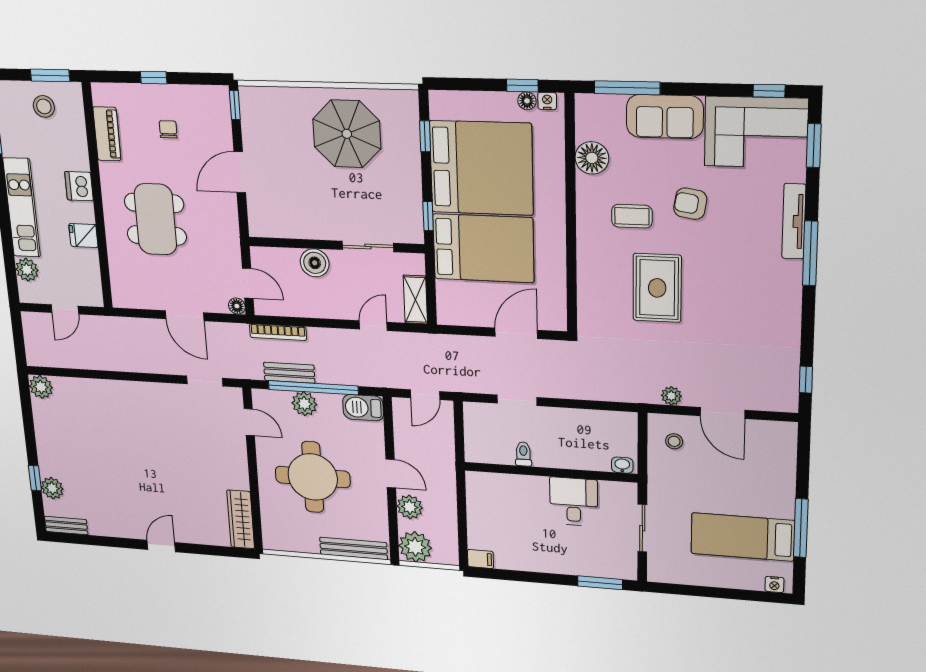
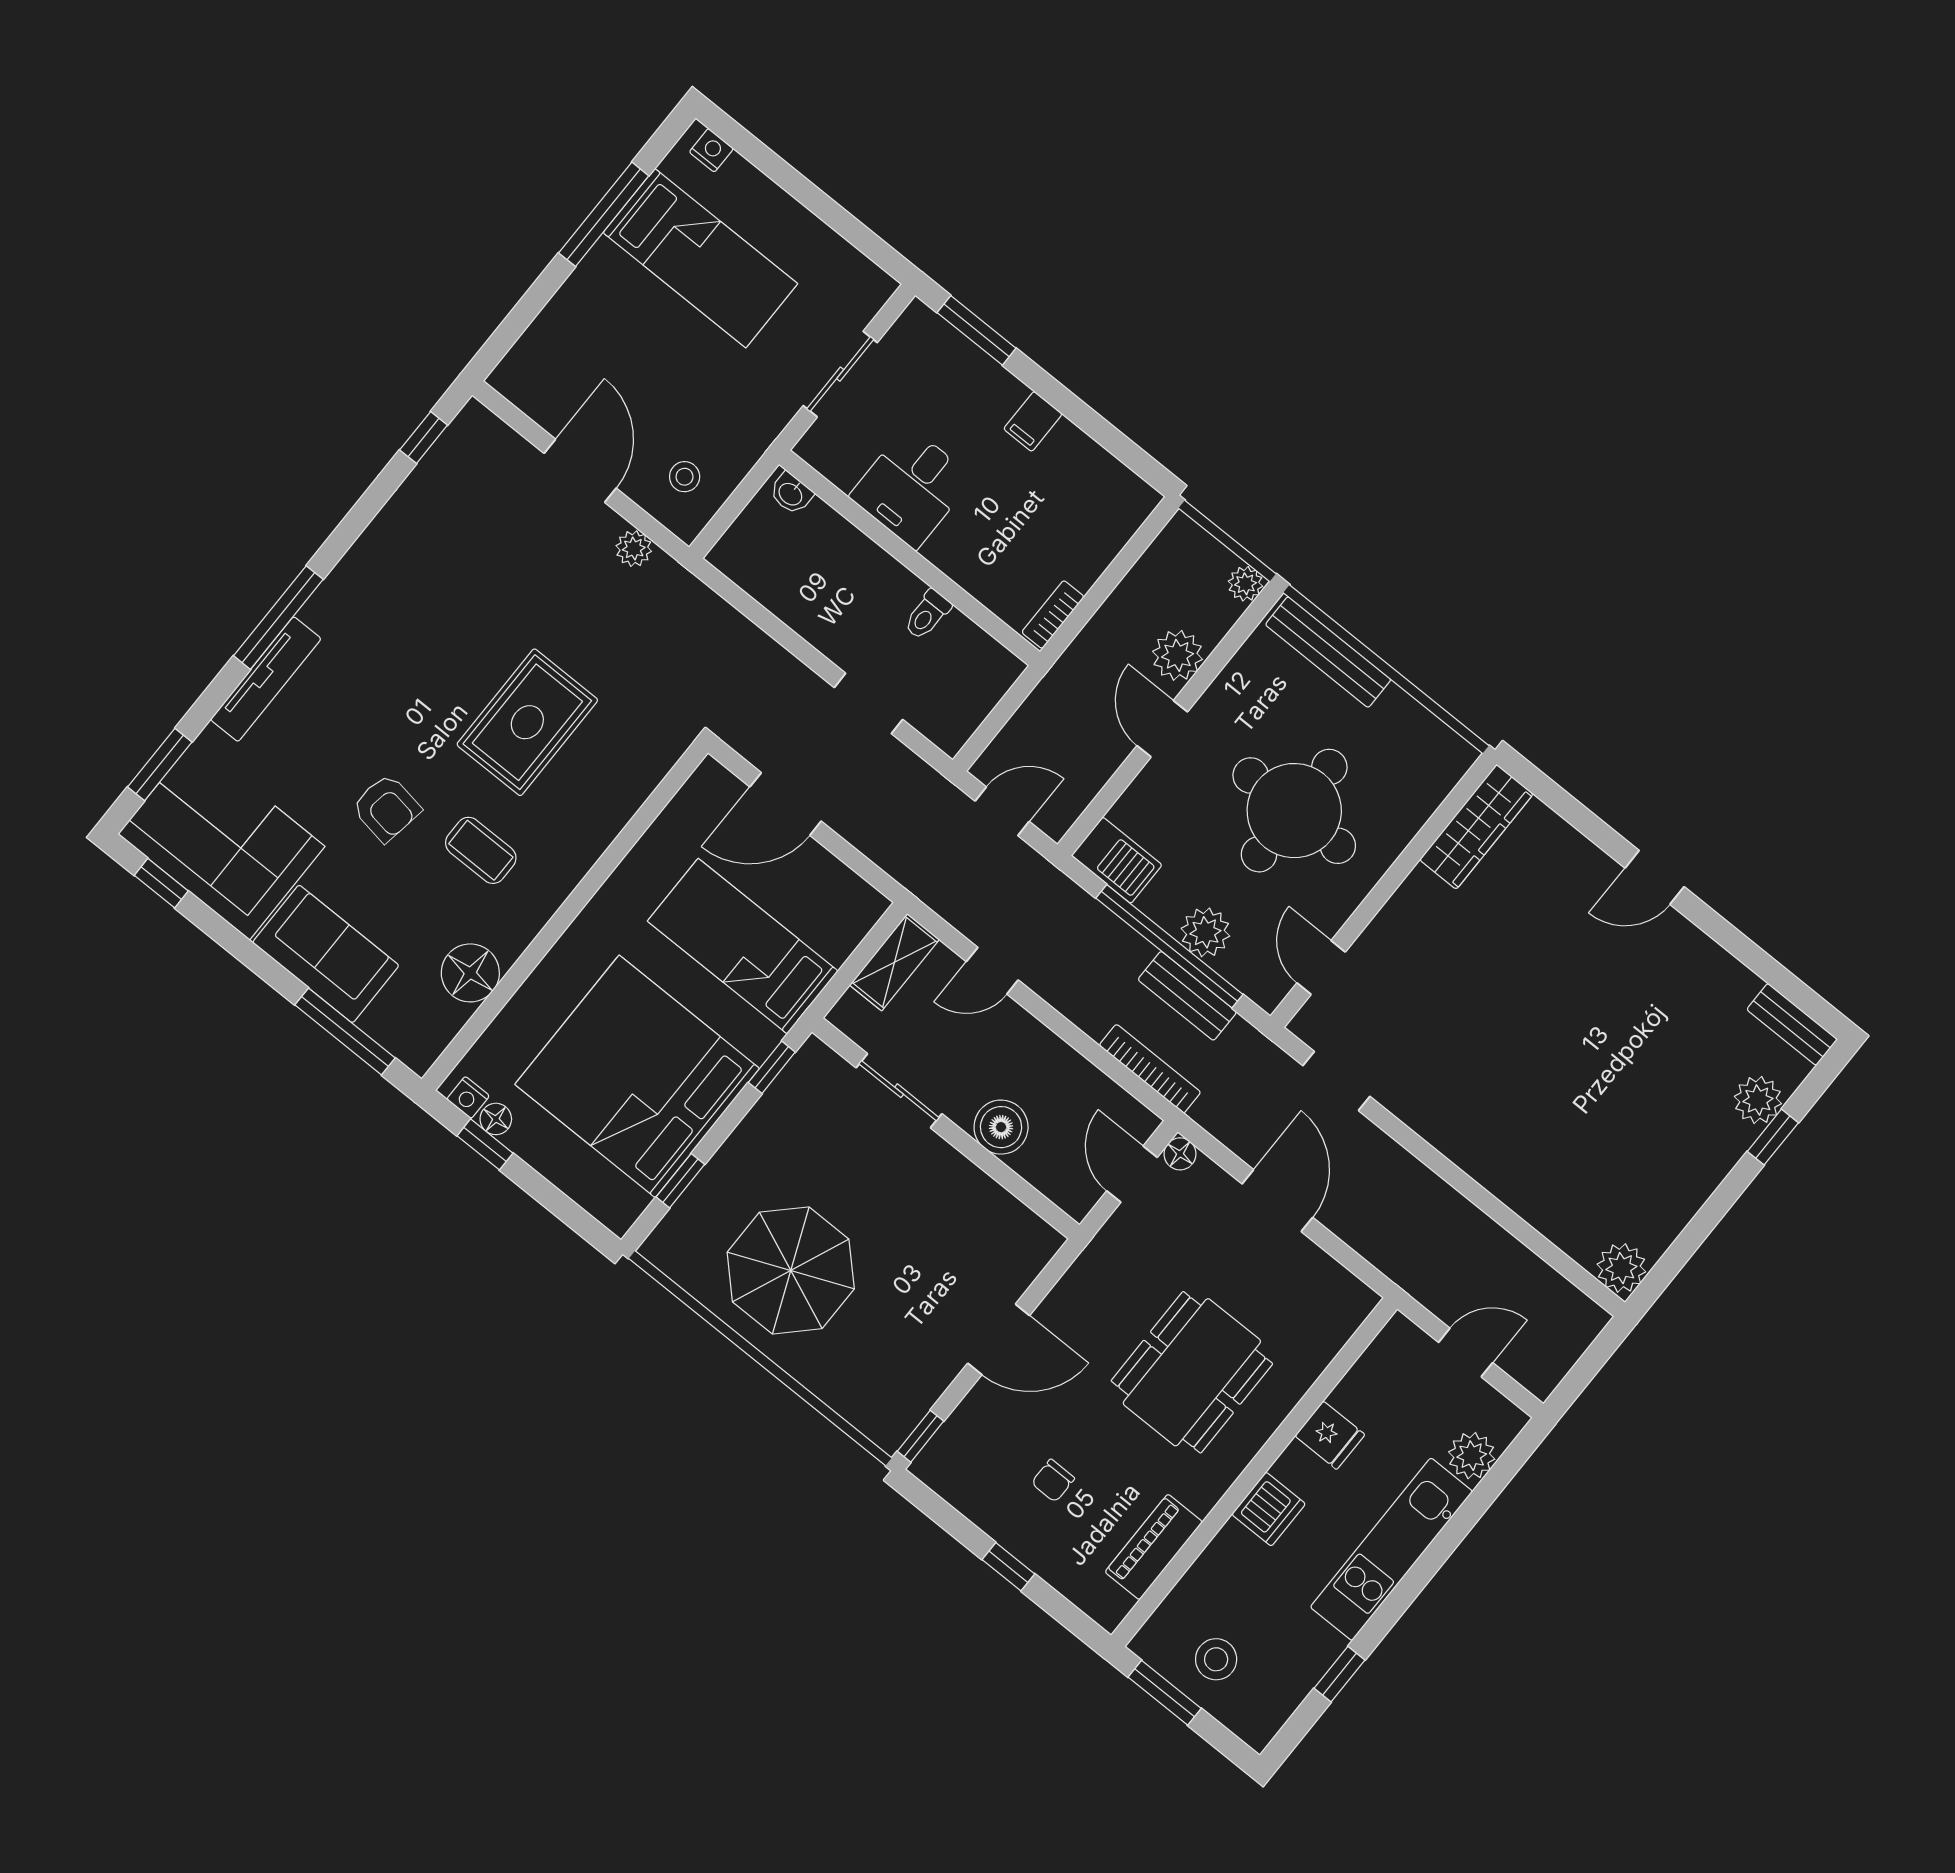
bed: (483, 248) -> (743, 946), width x0.67
bookcase: (473, 489) -> (1053, 615), added
plant: (415, 547) -> (1246, 584), width x0.53, depth x0.53
filing cabinet: (481, 559) -> (1033, 421), moved, turned -90

